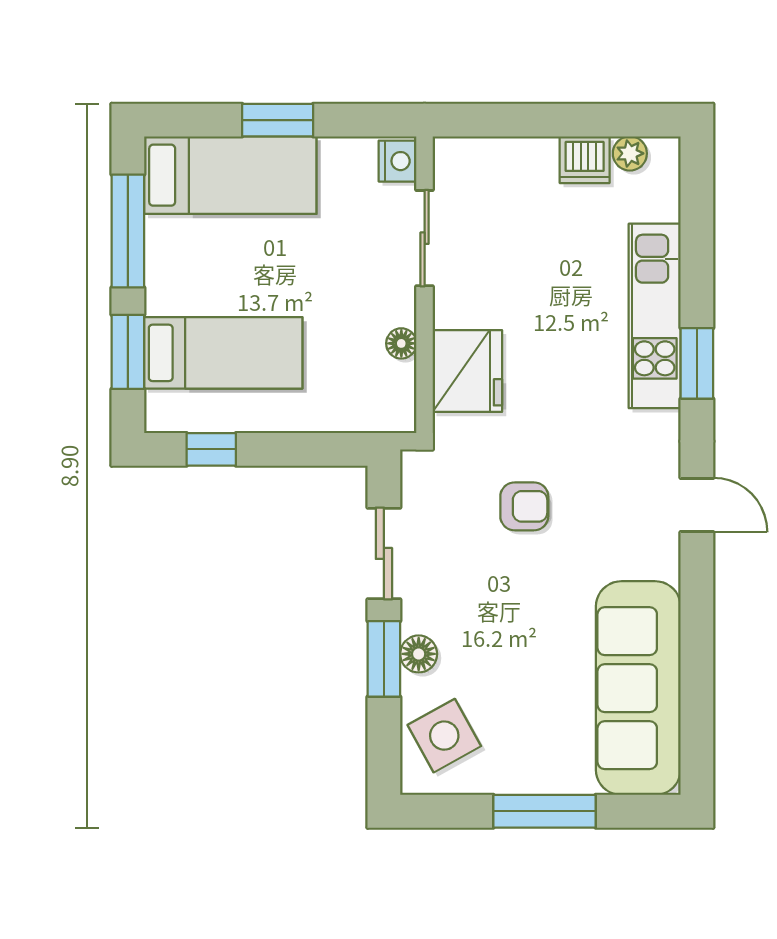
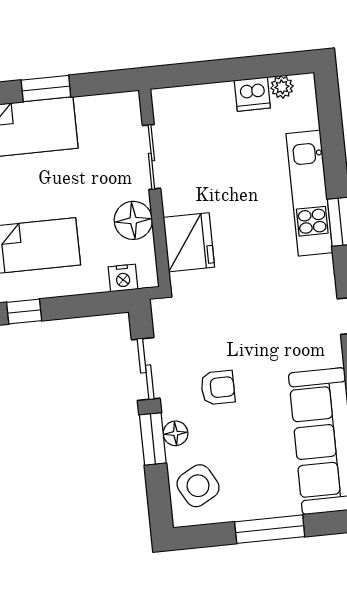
nightstand: (398, 161) -> (123, 278), moved, turned 90
floor lamp: (401, 343) -> (133, 220), width x1.89, depth x1.89
armchair: (524, 506) -> (218, 388), moved

